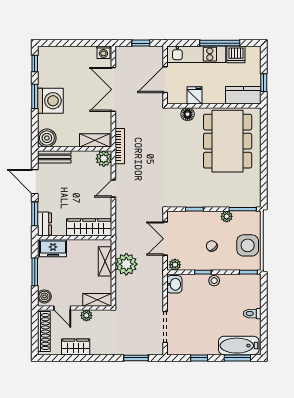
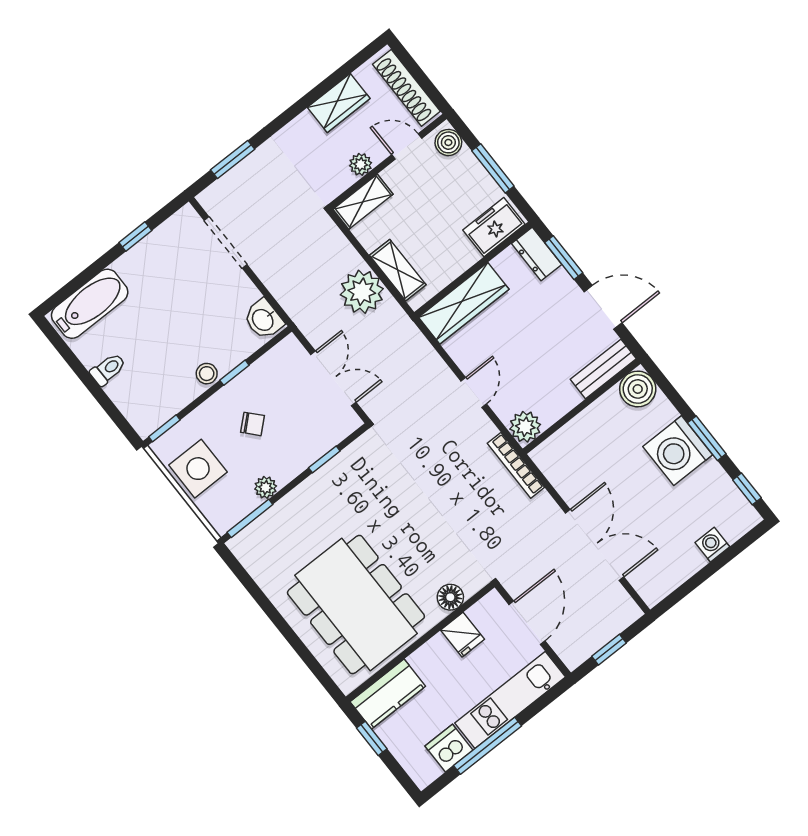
washing machine: (103, 52) -> (712, 545), moved
shelving: (95, 140) -> (561, 444), removed
plant: (175, 265) -> (286, 350), removed
window: (237, 358) -> (77, 283), removed

